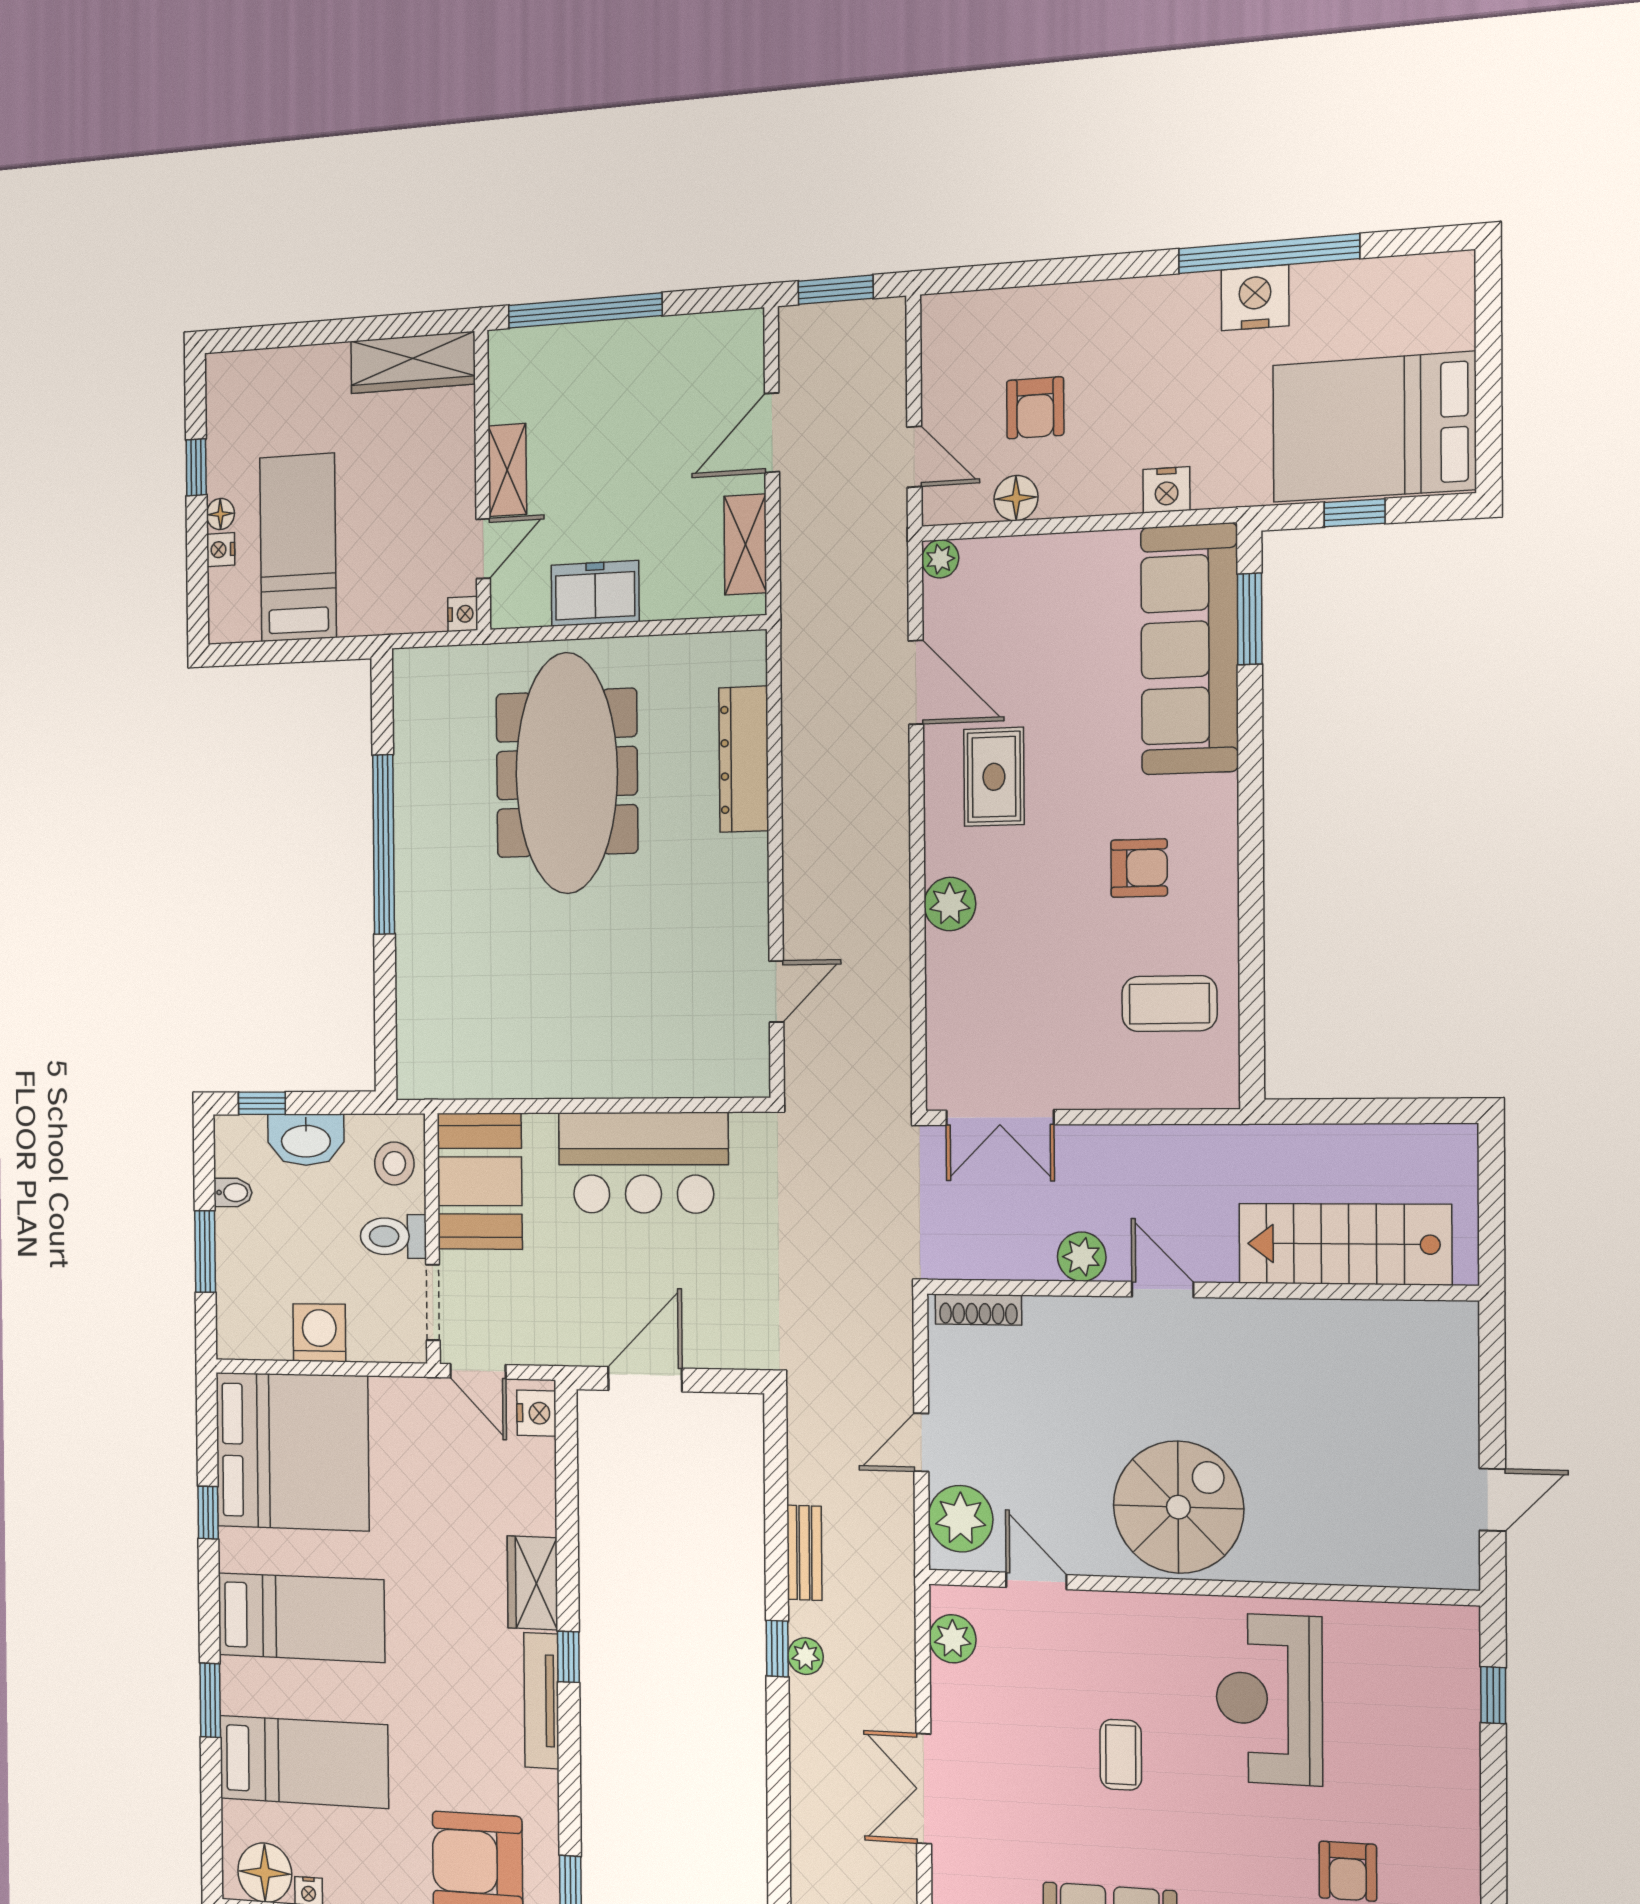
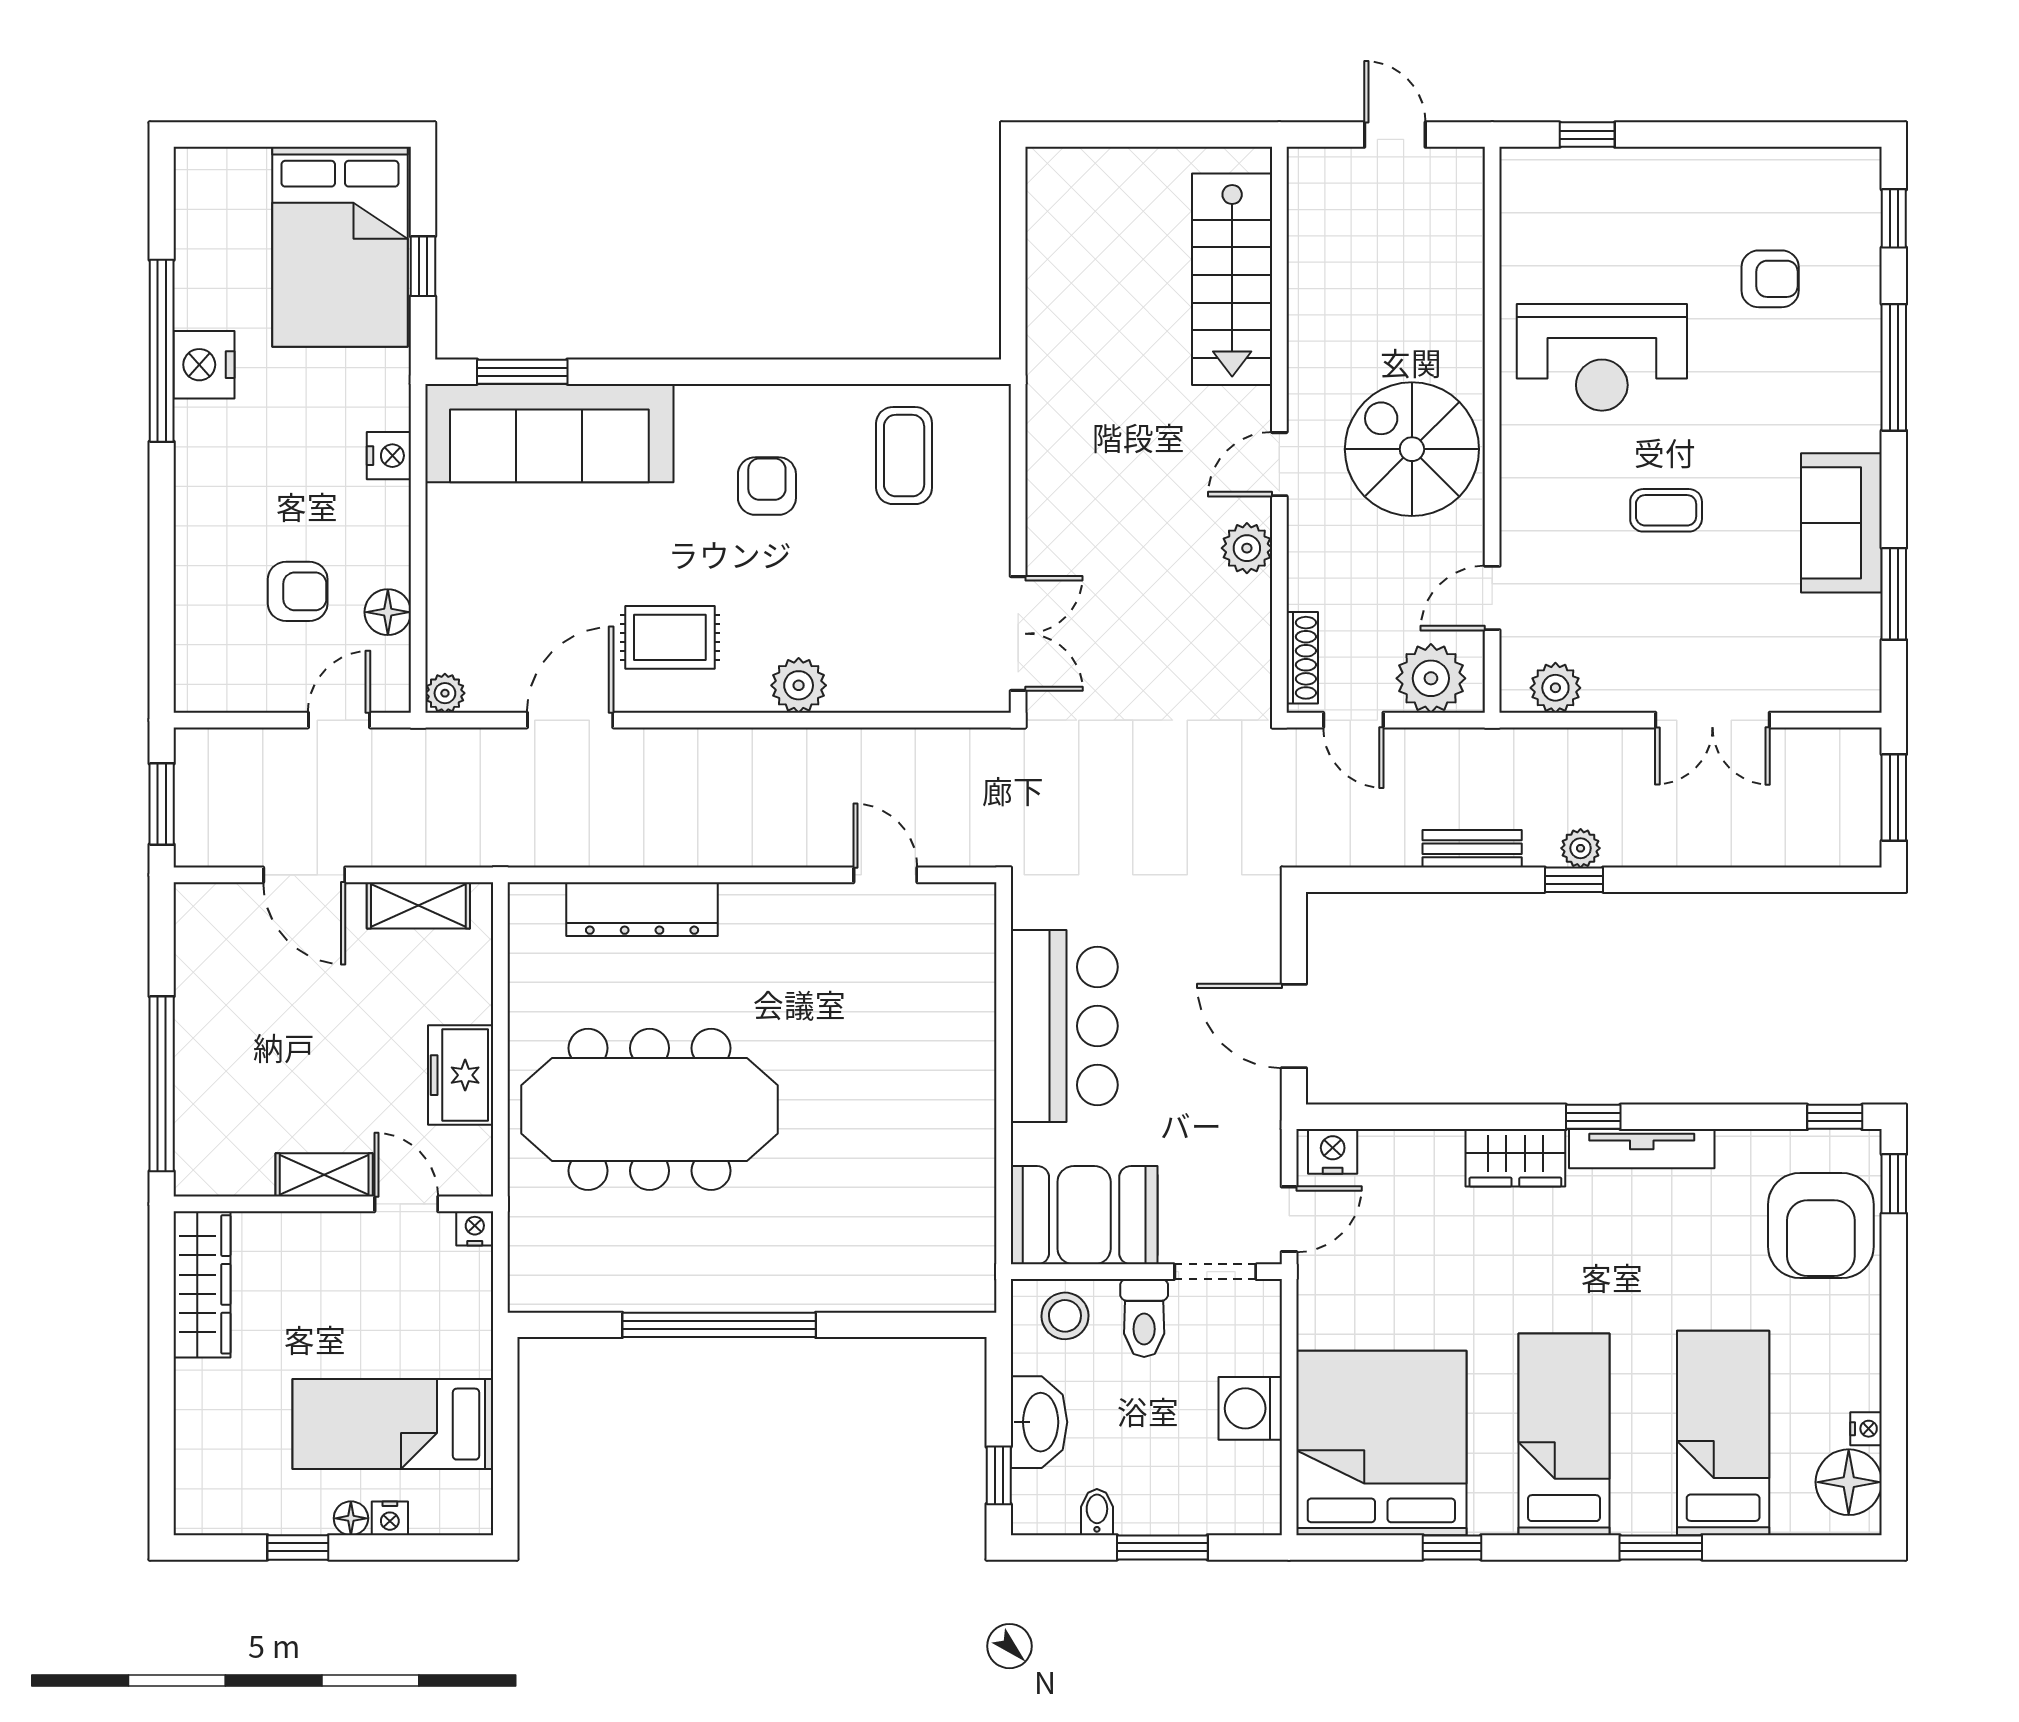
stairs: (1345, 1244) -> (1232, 279), moved
plant: (1082, 1257) -> (1247, 548), moved
door: (1163, 1289) -> (1279, 464), moved
wall: (1196, 1290) -> (1279, 430), moved
shoe rack: (978, 1310) -> (1302, 658), moved

